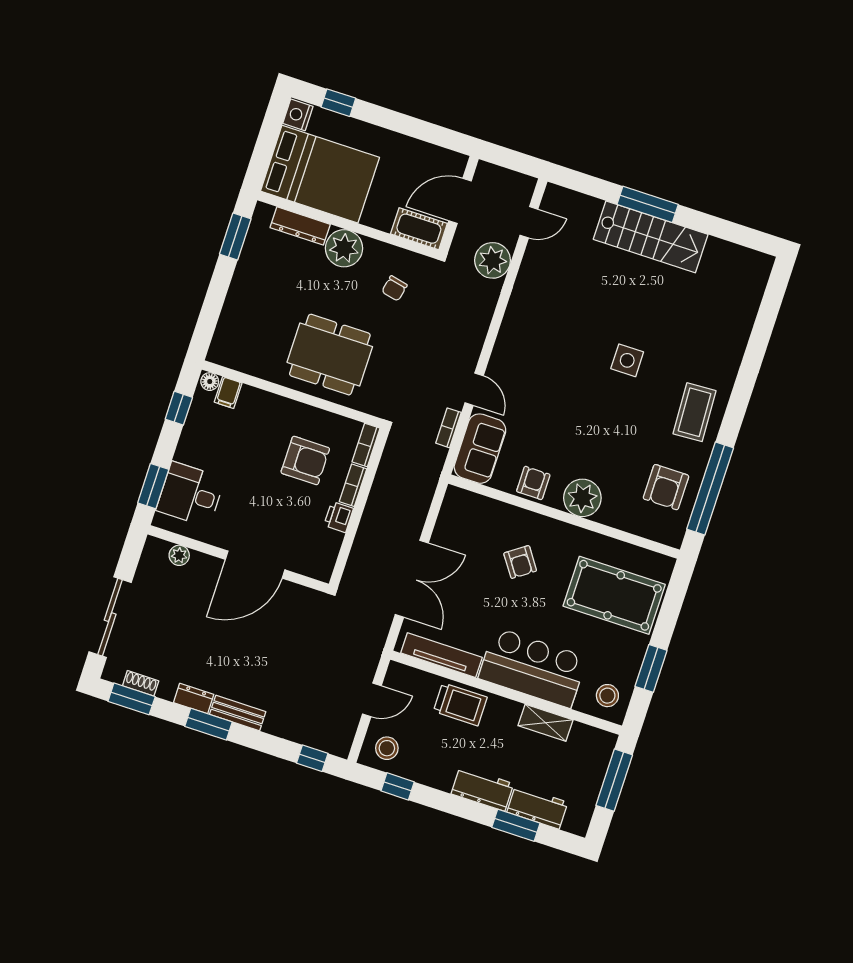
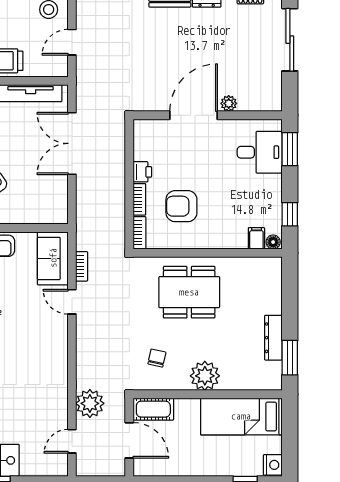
bed: (320, 174) -> (241, 416), width x0.67
door: (460, 201) -> (129, 440), hinge flipped
dresser: (300, 226) -> (273, 338), moved, turned -90
plant: (179, 555) -> (229, 103), moved

